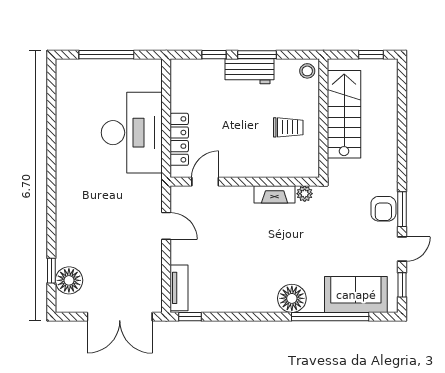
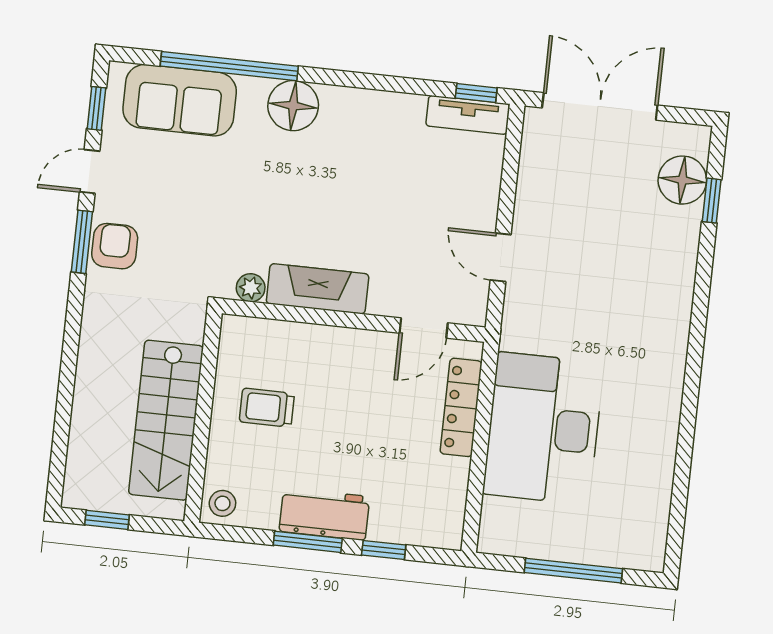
fireplace: (275, 194) -> (318, 289), width x1.37, depth x1.32
tv unit: (179, 288) -> (468, 115), moved, turned -90

